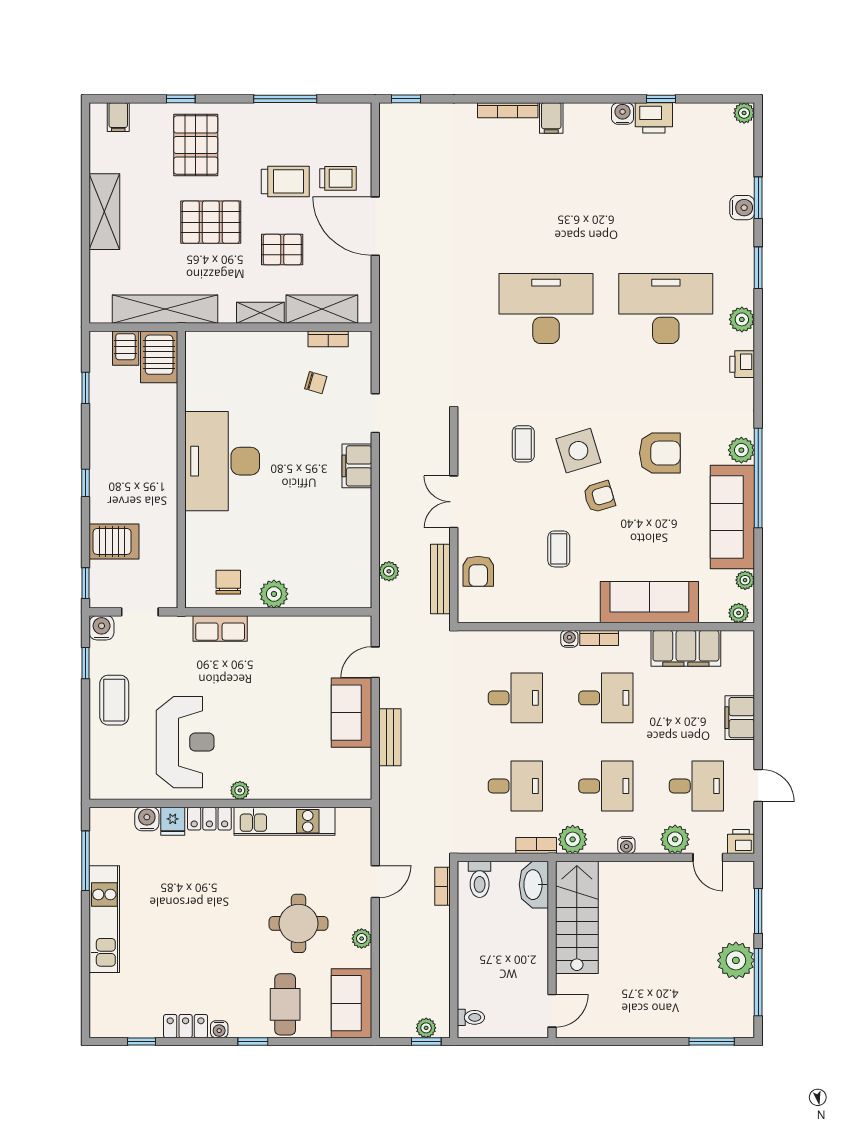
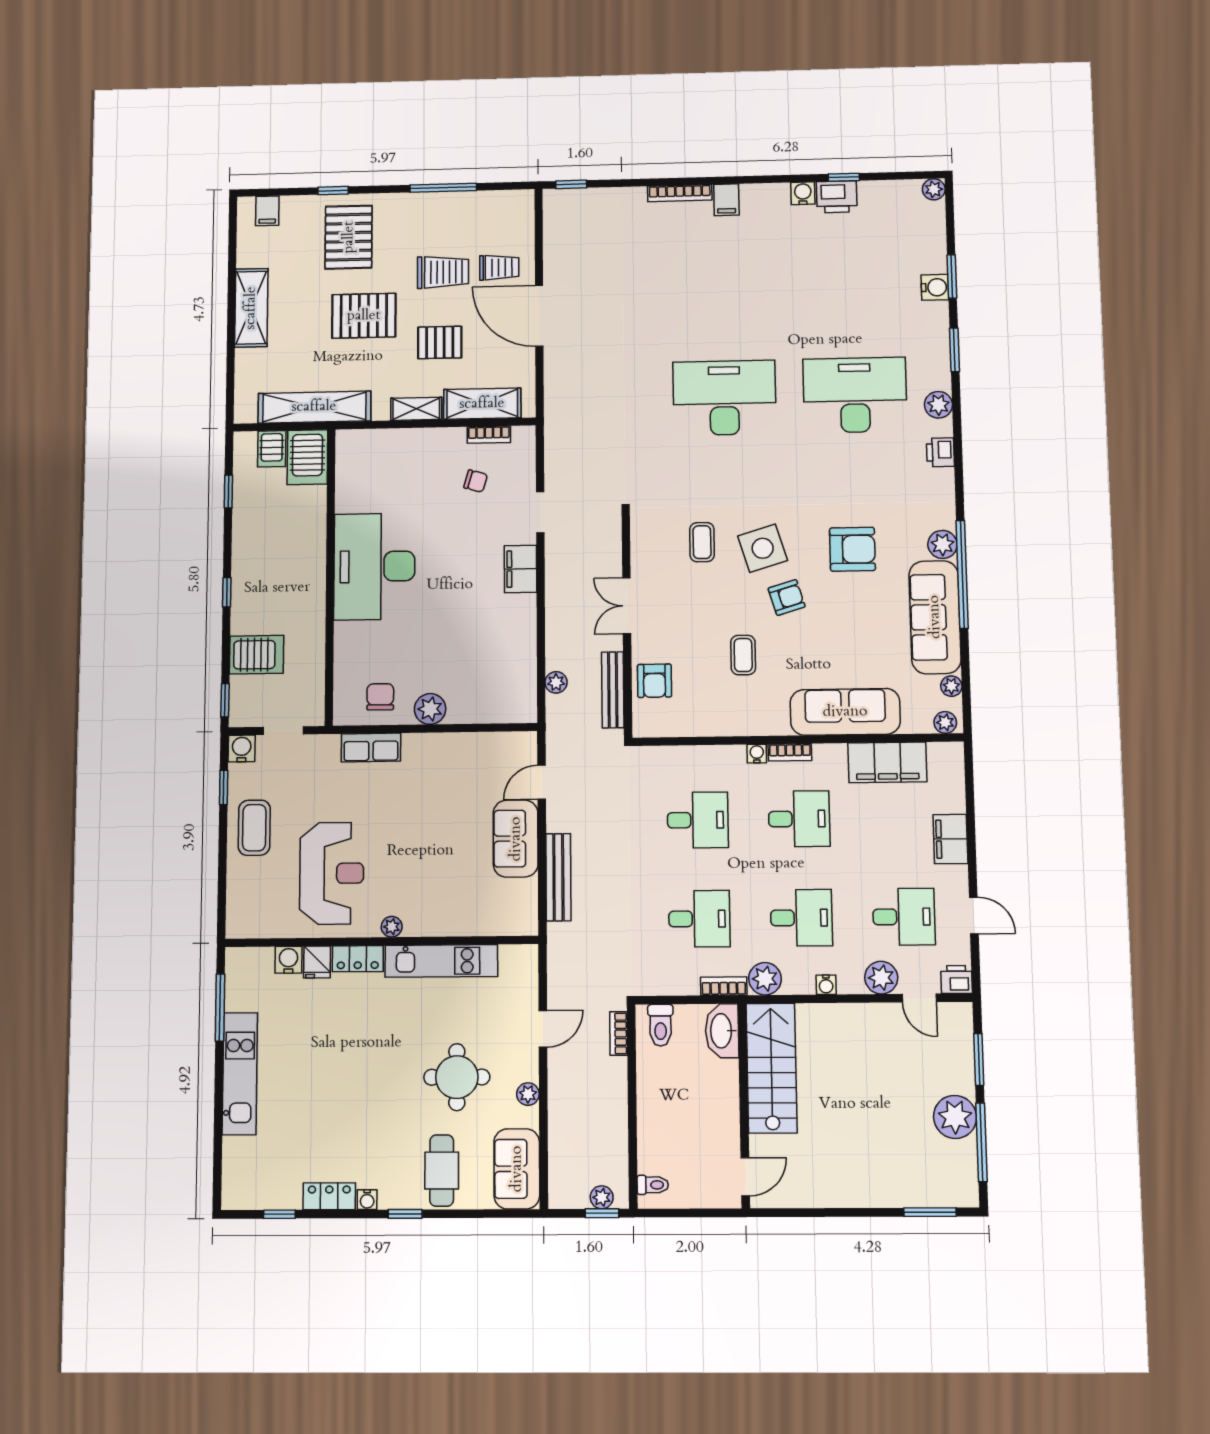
bench: (390, 737) -> (558, 877), width x1.36

